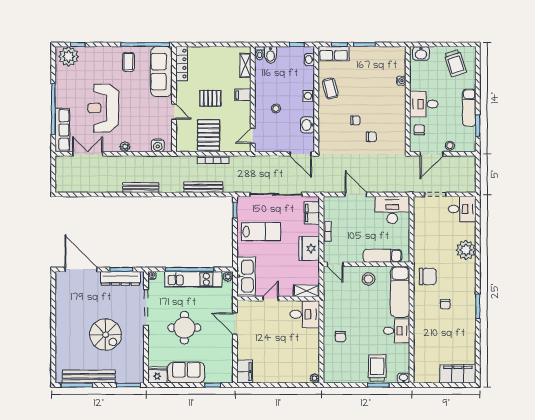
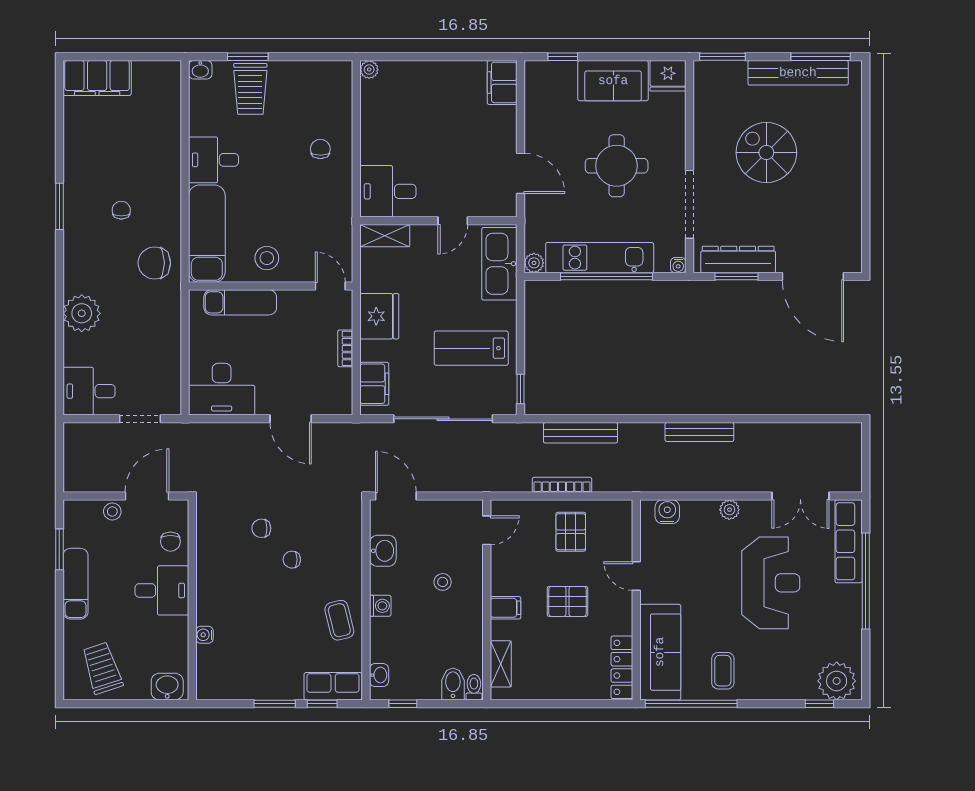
pallet: (209, 135) -> (571, 532), width x0.67, depth x0.71

